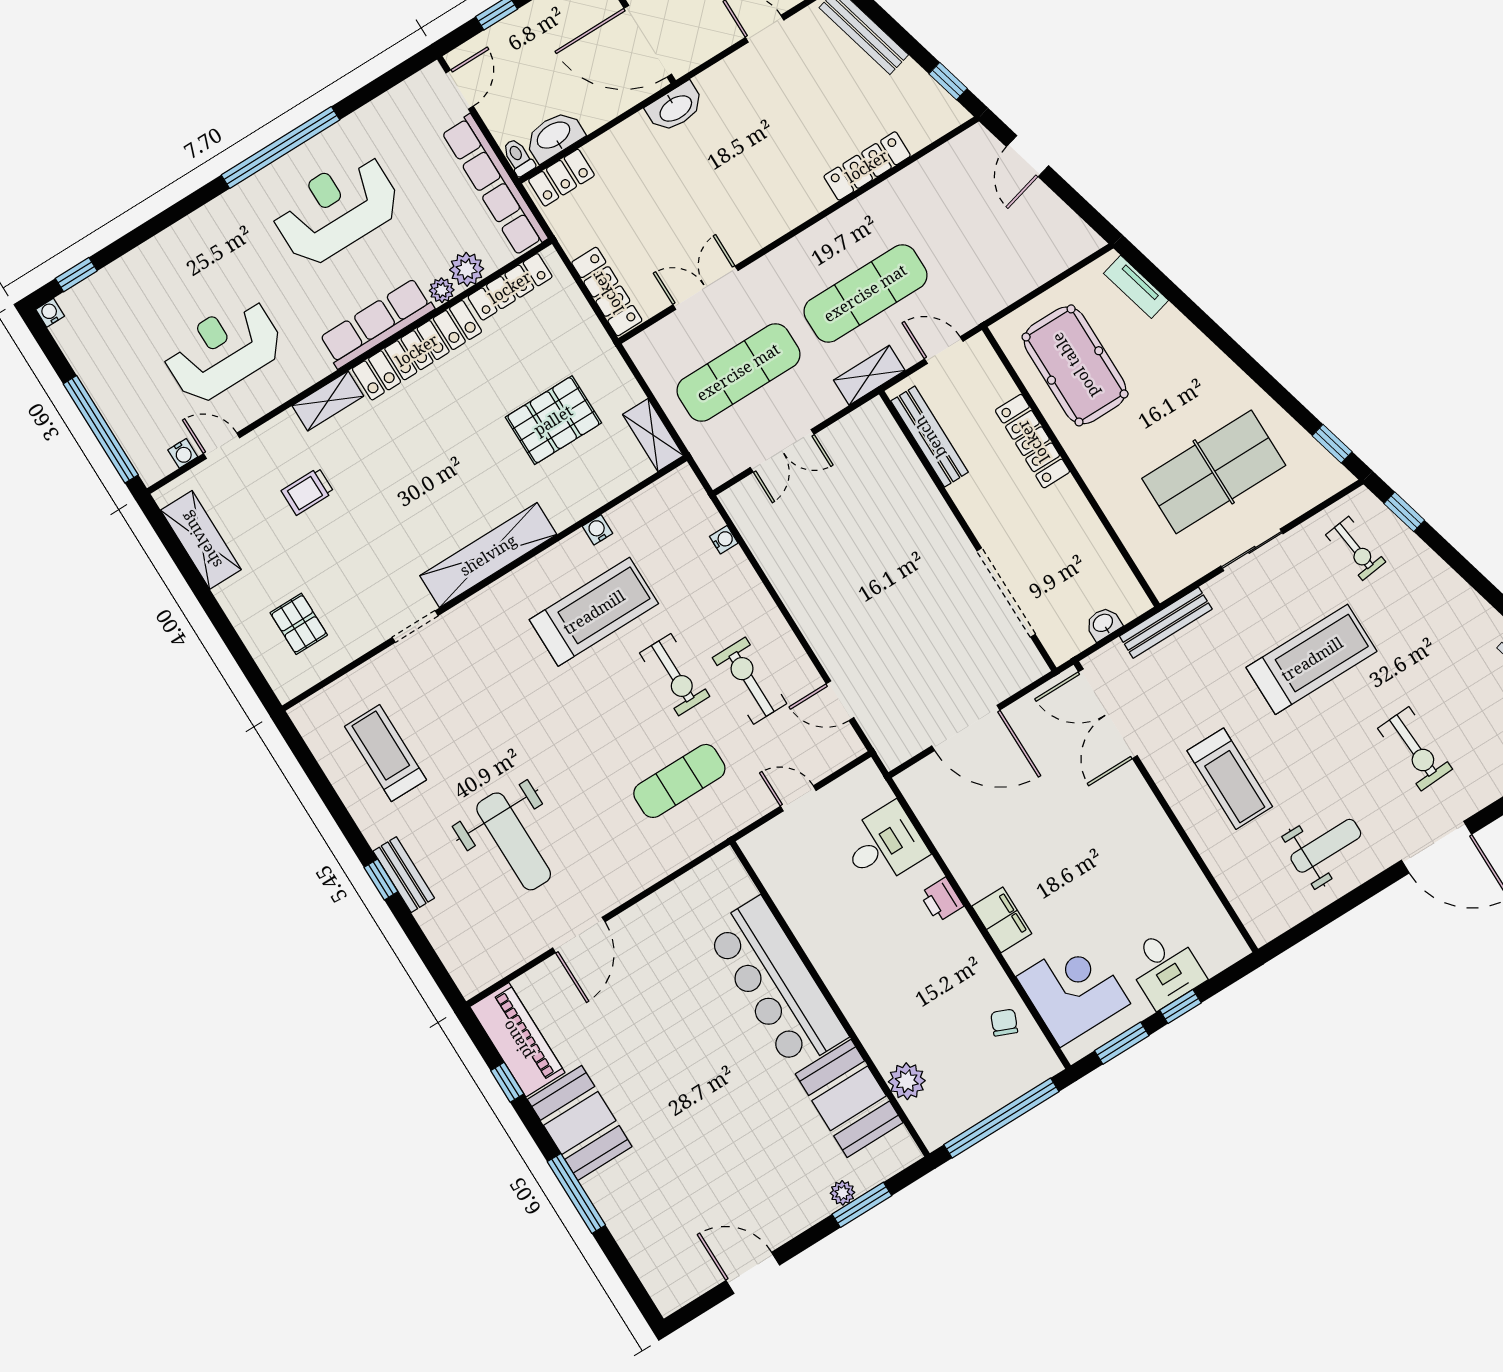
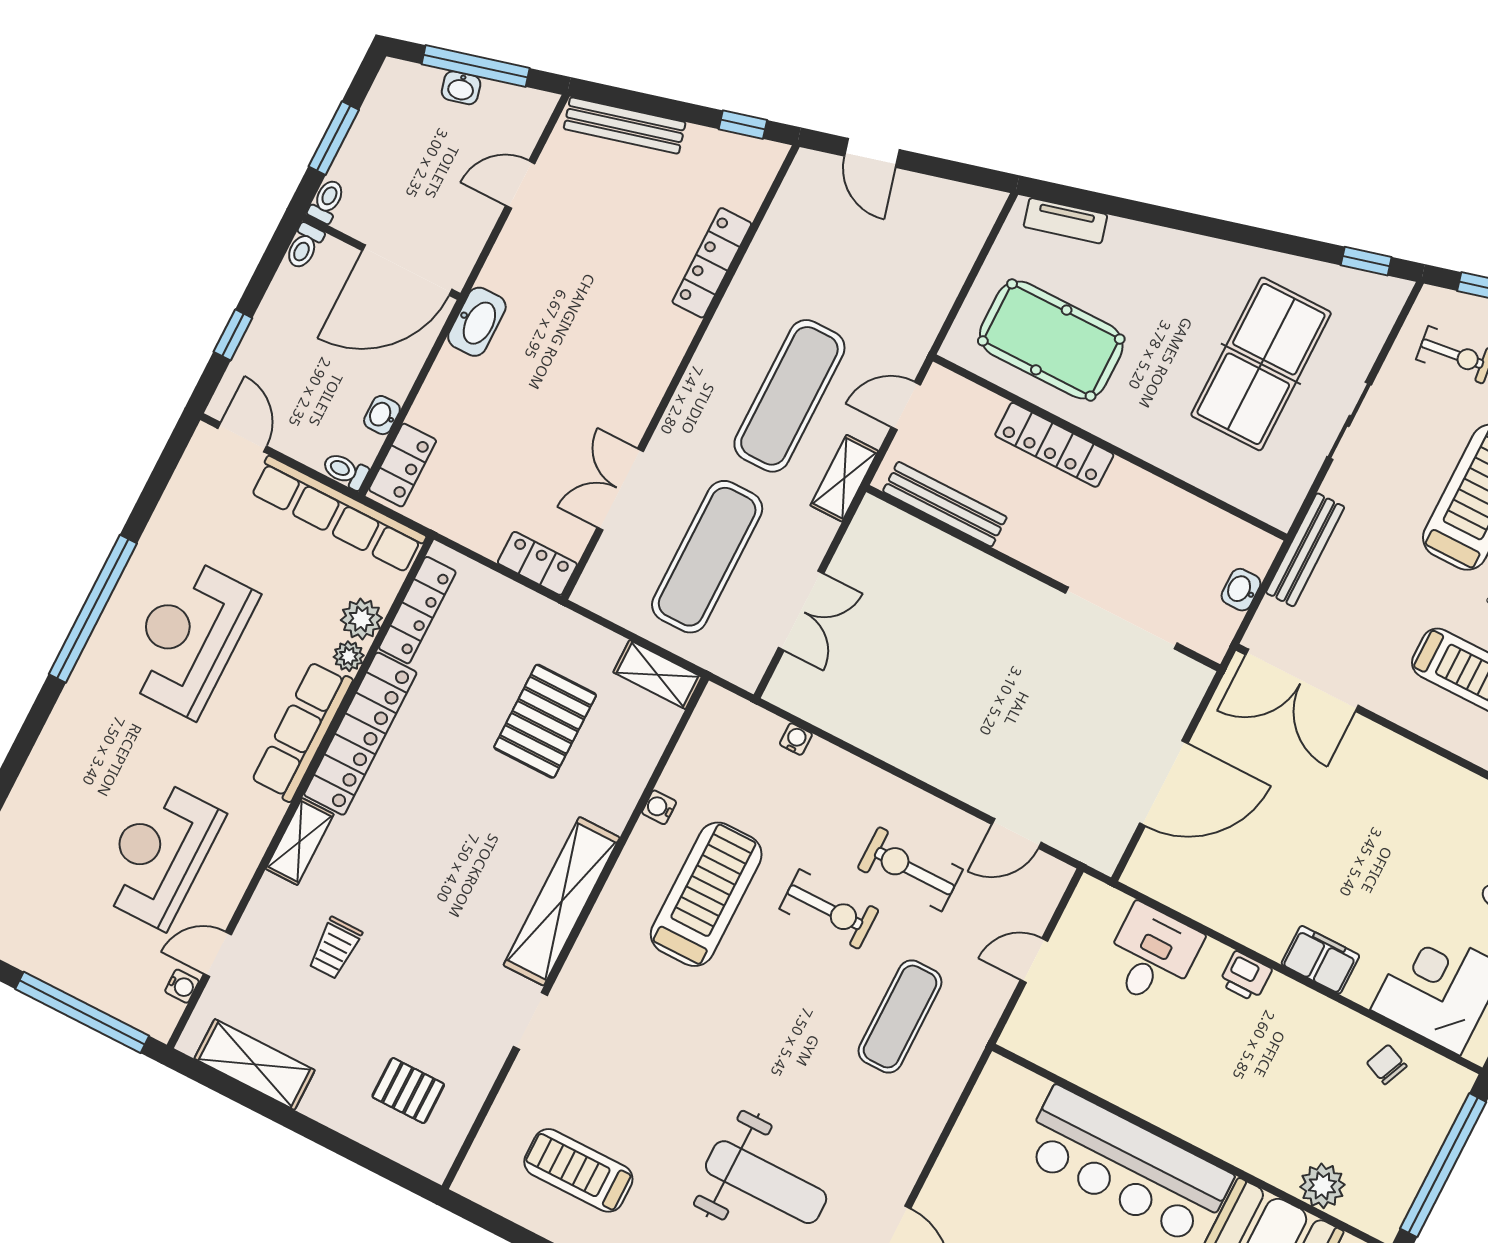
washbasin: (554, 136) -> (382, 415), width x0.52, depth x0.69
locker: (607, 292) -> (537, 563), width x0.66

